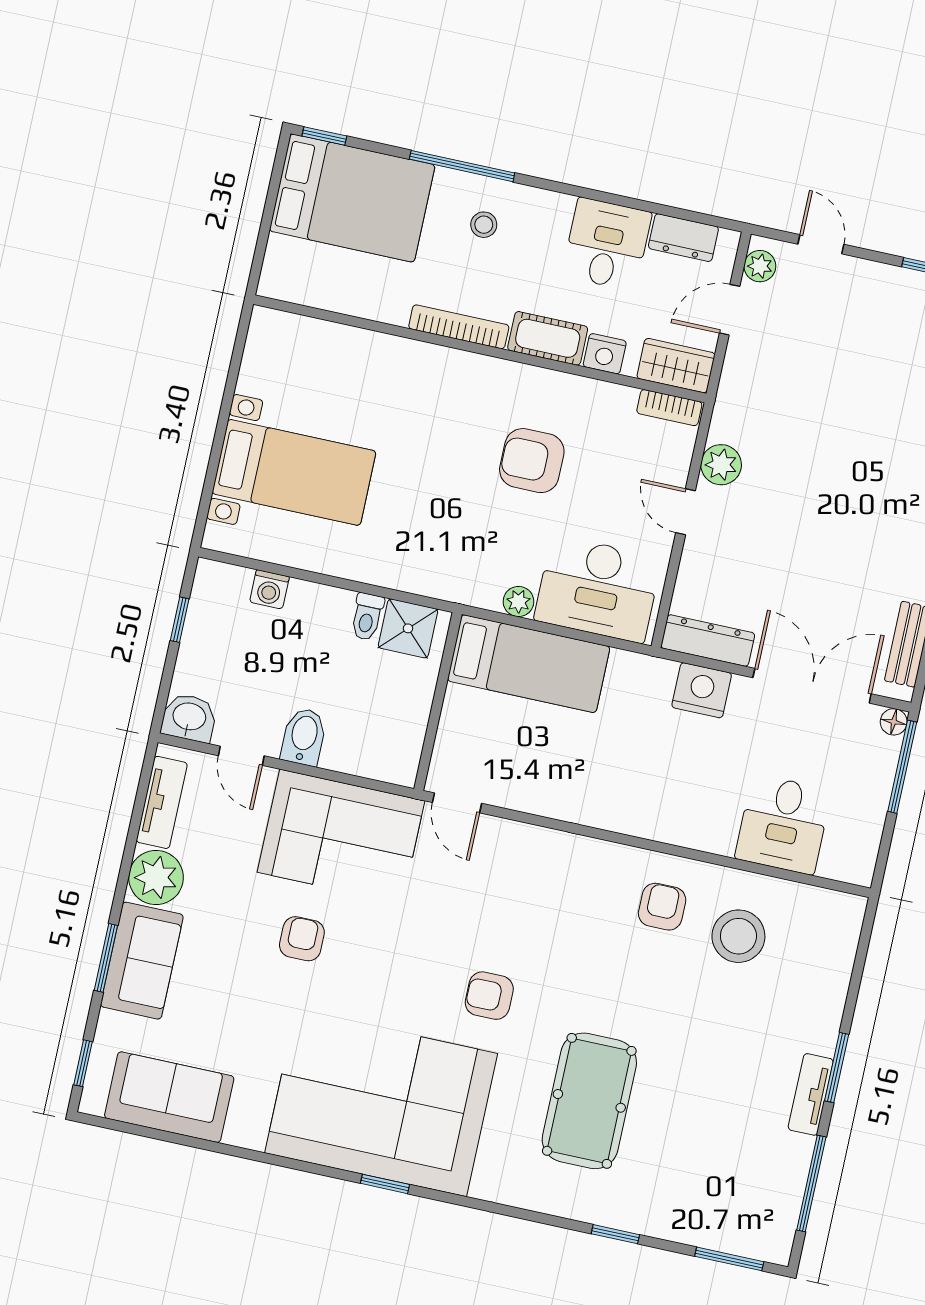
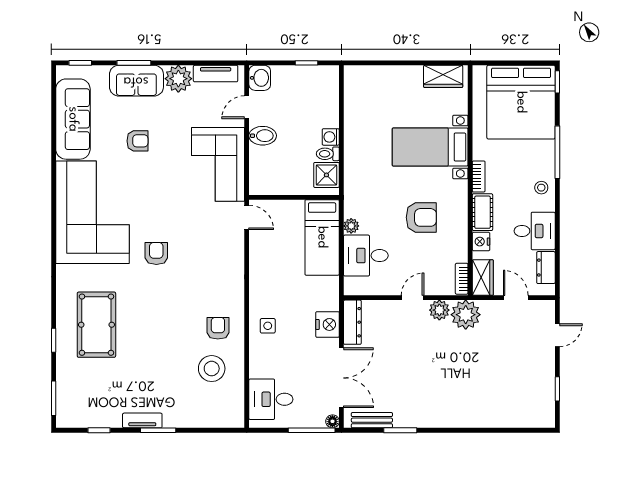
bed: (352, 198) -> (521, 102), width x1.36
stool: (484, 225) -> (541, 188), moved
plant: (760, 266) -> (466, 315), moved, width x1.87, depth x1.87
bookcase: (459, 327) -> (479, 176), width x0.64
wardrobe: (265, 357) -> (443, 76), added
armchair: (532, 461) -> (421, 217), turned 90
bed with nightstands: (294, 472) -> (430, 147), moved, turned 90
washing machine: (269, 589) -> (331, 137), moved
desk: (598, 589) -> (366, 256), width x0.73
door: (457, 803) -> (247, 217), swing flipped
side table: (679, 808) -> (268, 326), added
desk: (783, 824) -> (271, 399), moved
armchair: (662, 907) -> (218, 328), turned -90
armchair: (302, 939) -> (137, 141), moved
sofa: (169, 1097) -> (73, 119), width x1.36
pool table: (589, 1101) -> (96, 325), moved, turned 90
window: (811, 1183) -> (99, 430), width x0.46
window: (385, 1184) -> (54, 223), removed

